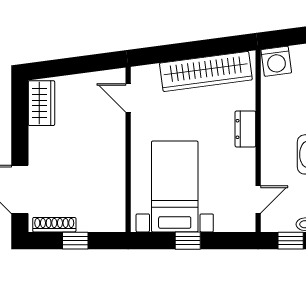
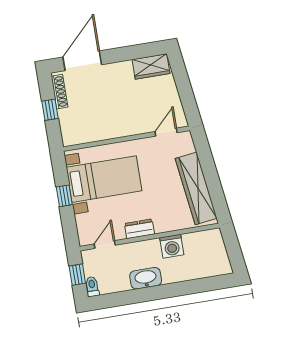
washing machine: (276, 61) -> (172, 246), moved, turned -82
dresser: (245, 129) -> (139, 229), moved
door: (258, 199) -> (105, 245), swing flipped

